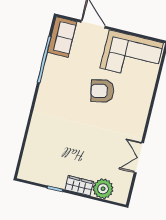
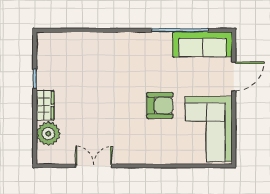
sofa: (62, 37) -> (203, 44), width x1.36
armchair: (102, 91) -> (160, 105), turned 102

